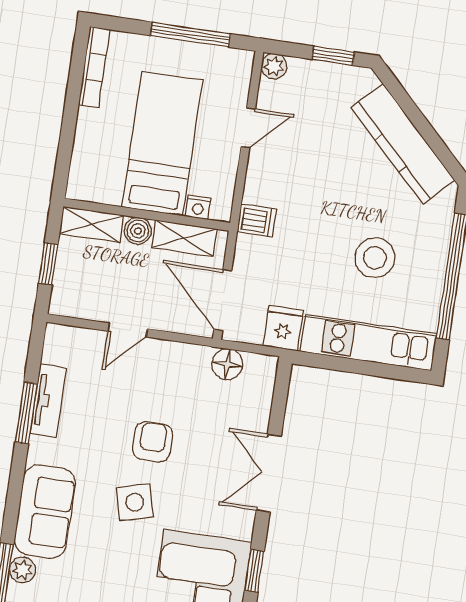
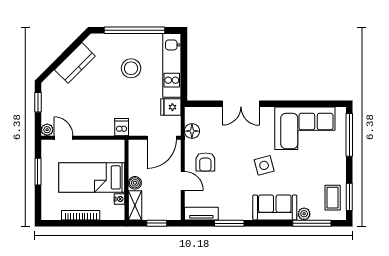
window: (190, 35) -> (38, 172), width x0.69
bookcase: (94, 67) -> (81, 215), moved
door: (248, 128) -> (64, 138), moved
kitchen counter: (403, 144) -> (75, 63), width x0.67
nightstand: (198, 207) -> (120, 199), moved
shelving: (184, 238) -> (135, 160), removed
tv unit: (48, 401) -> (201, 214), moved
armchair: (153, 442) -> (205, 162), moved, turned -90
window: (254, 571) -> (288, 104), removed

